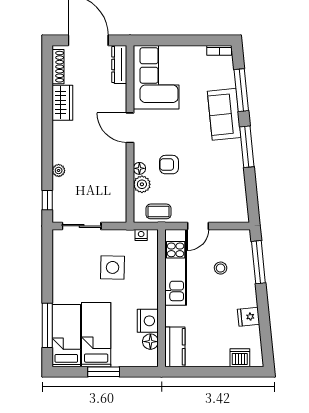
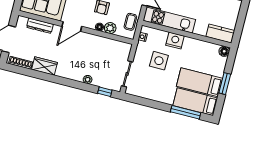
dresser: (119, 65) -> (40, 26), moved
nightstand: (148, 321) -> (175, 41), moved
floor lamp: (150, 342) -> (224, 51), moved

